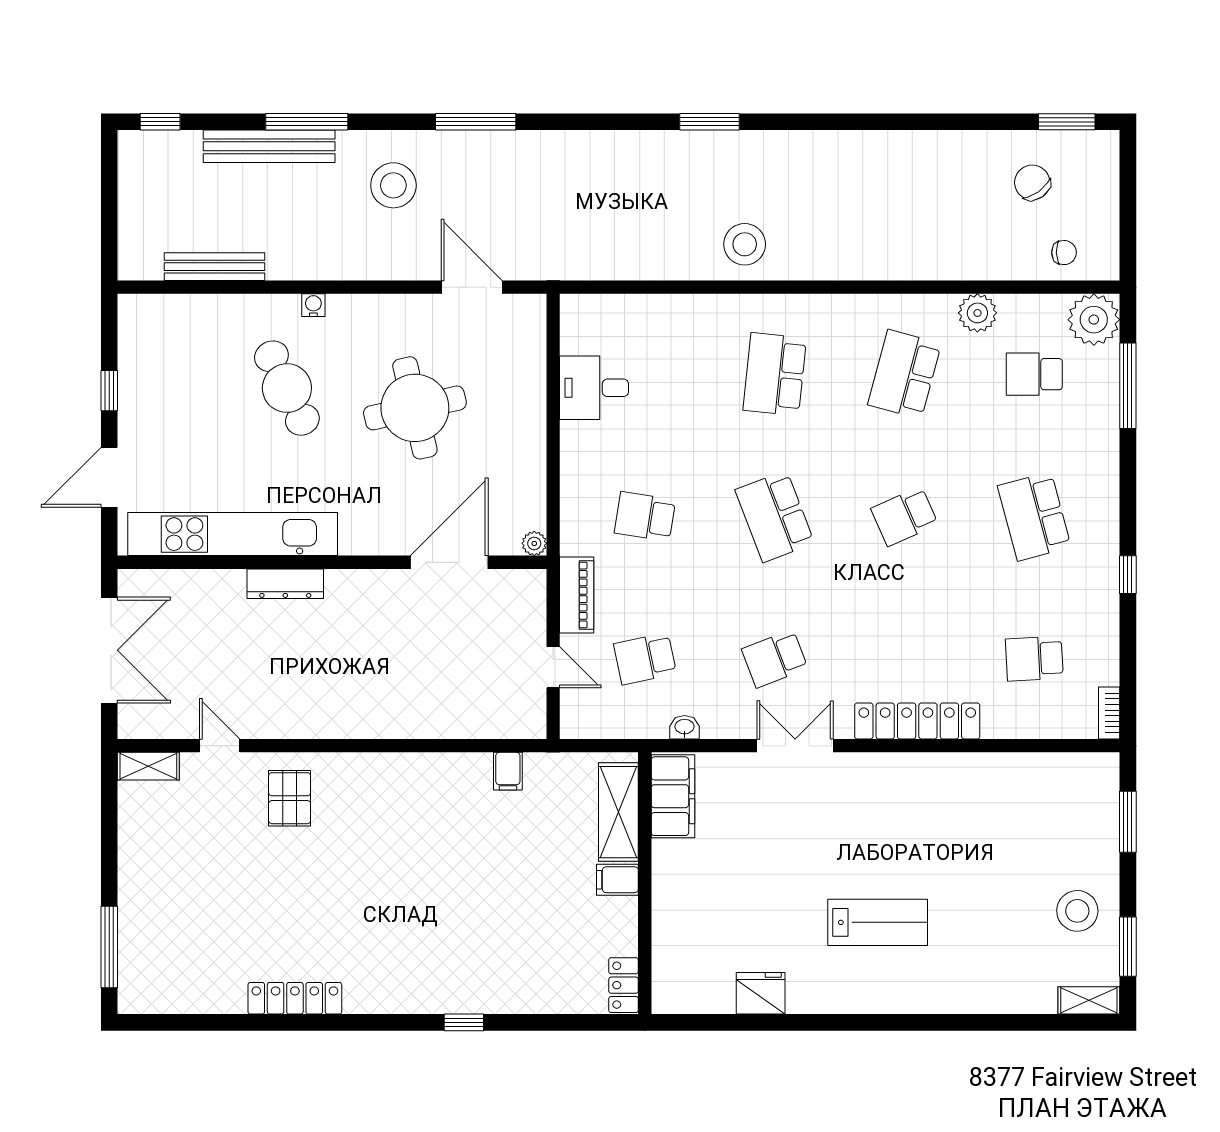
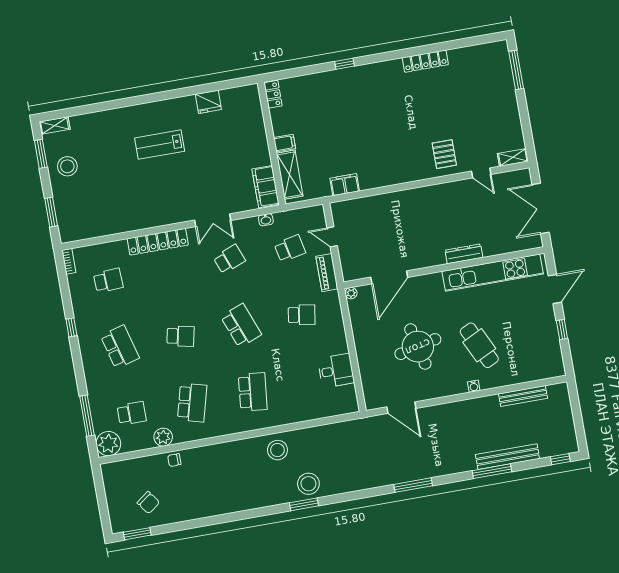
stool: (393, 185) -> (308, 484), moved
chair: (1064, 253) -> (174, 460), moved
school desk: (905, 516) -> (180, 336), turned 36
filing cabinet: (508, 771) -> (345, 185), width x2.00

